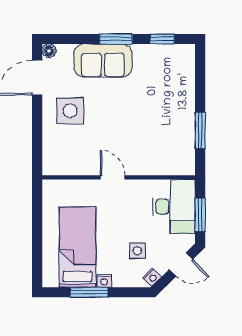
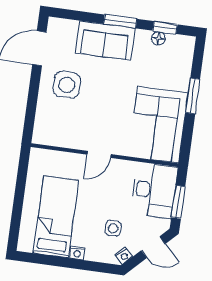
floor lamp: (49, 51) -> (158, 38), moved
window: (200, 130) -> (193, 96), moved
corner sofa: (169, 139) -> (158, 125), added
door: (113, 177) -> (99, 154), swing flipped
window: (89, 292) -> (61, 262), removed

